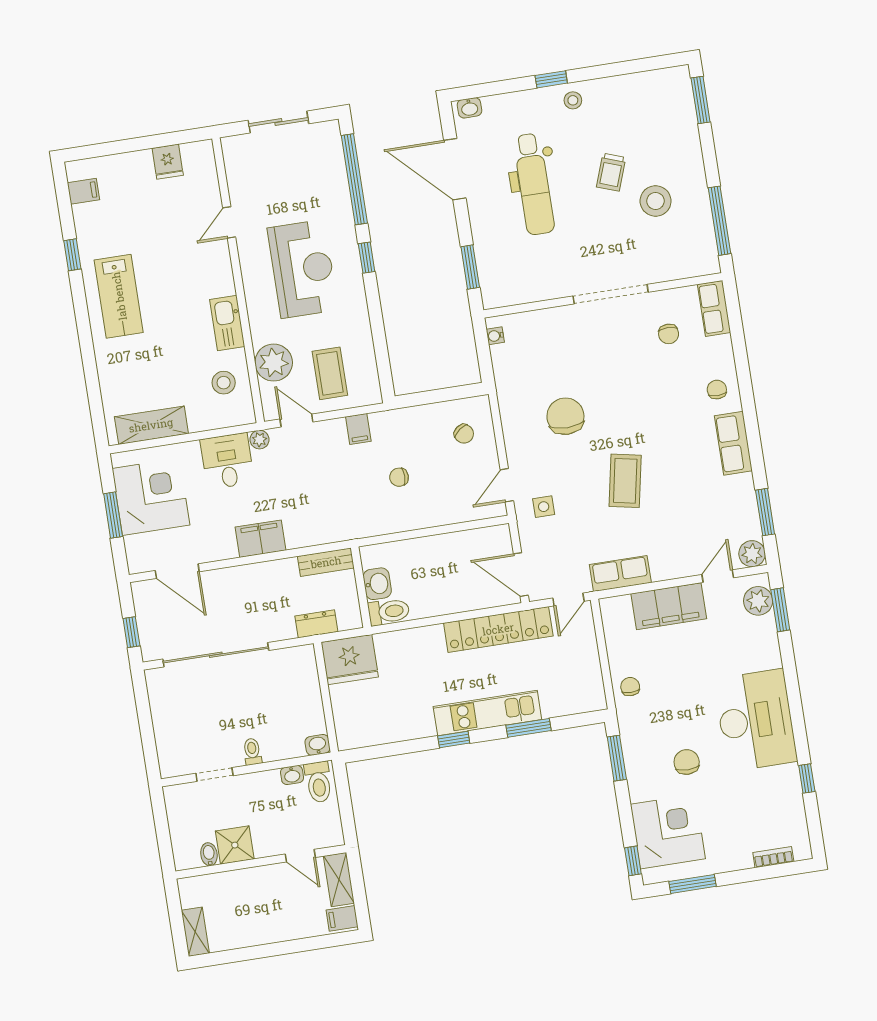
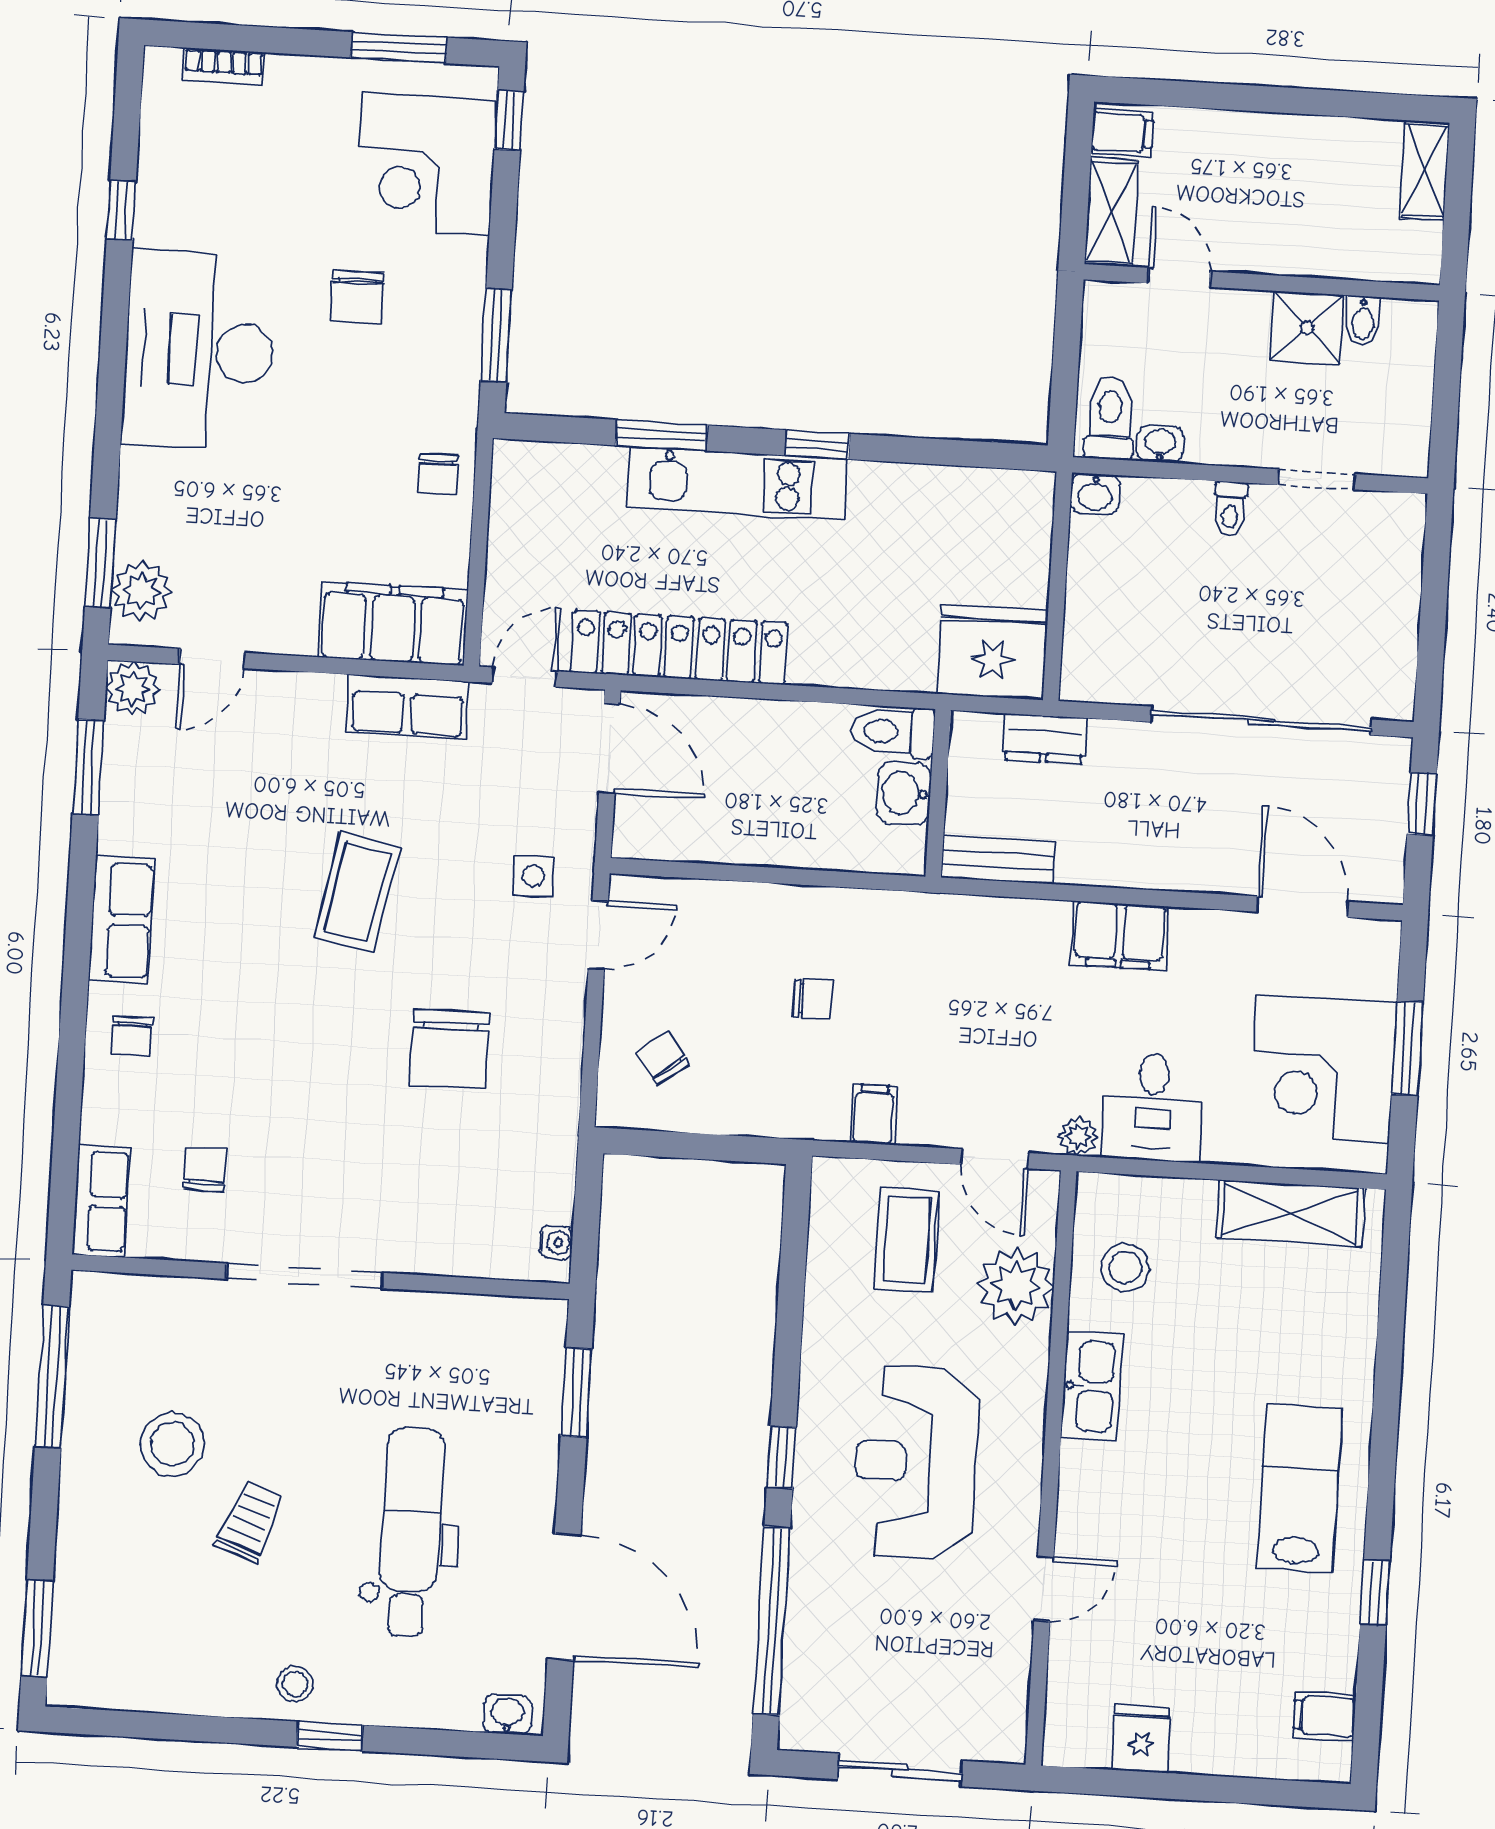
filing cabinet: (669, 606) -> (393, 623), moved

